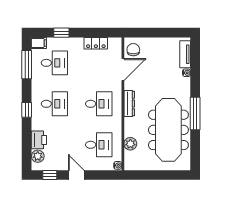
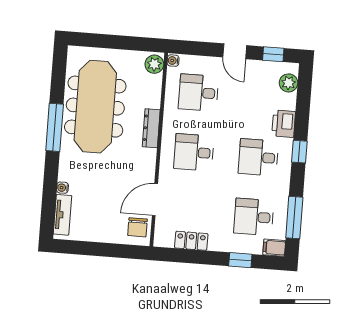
dresser: (129, 103) -> (151, 128), moved
printer: (39, 140) -> (284, 124), moved
plant: (130, 144) -> (154, 64), moved

